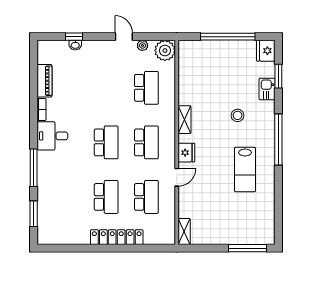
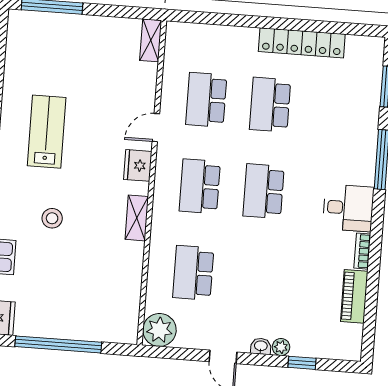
washbasin: (75, 45) -> (261, 346), moved
plant: (142, 45) -> (281, 347), moved
locker: (117, 237) -> (302, 43), moved

